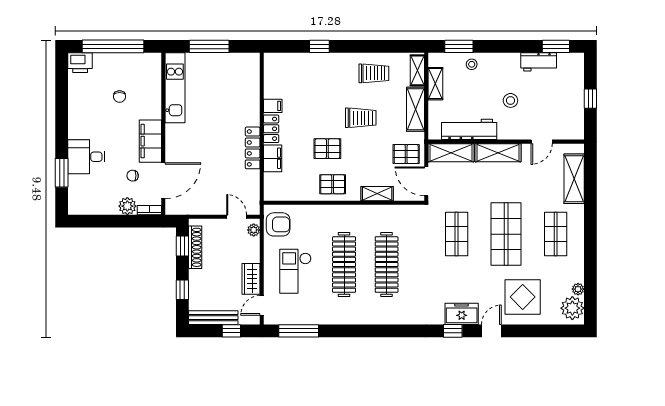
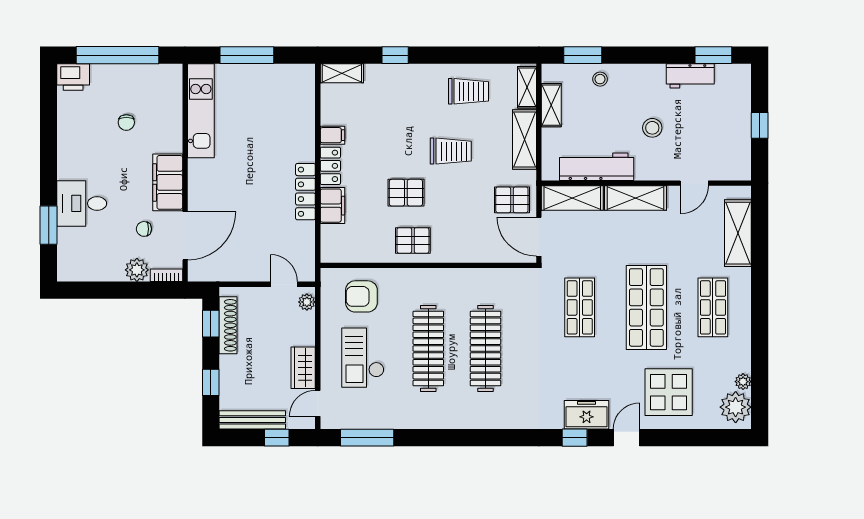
shelving: (377, 194) -> (342, 73), moved
armchair: (278, 224) -> (361, 296), moved, turned 180

